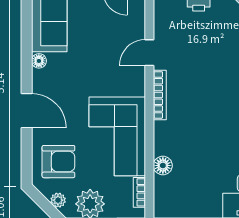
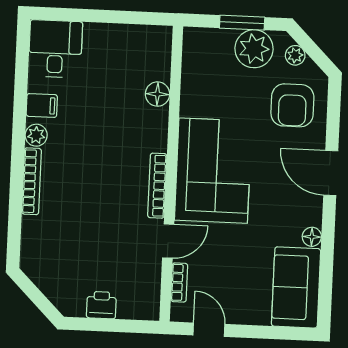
corner sofa: (117, 136) -> (213, 171), moved
armchair: (58, 162) -> (292, 105), turned -90
bookcase: (139, 192) -> (179, 282), moved

